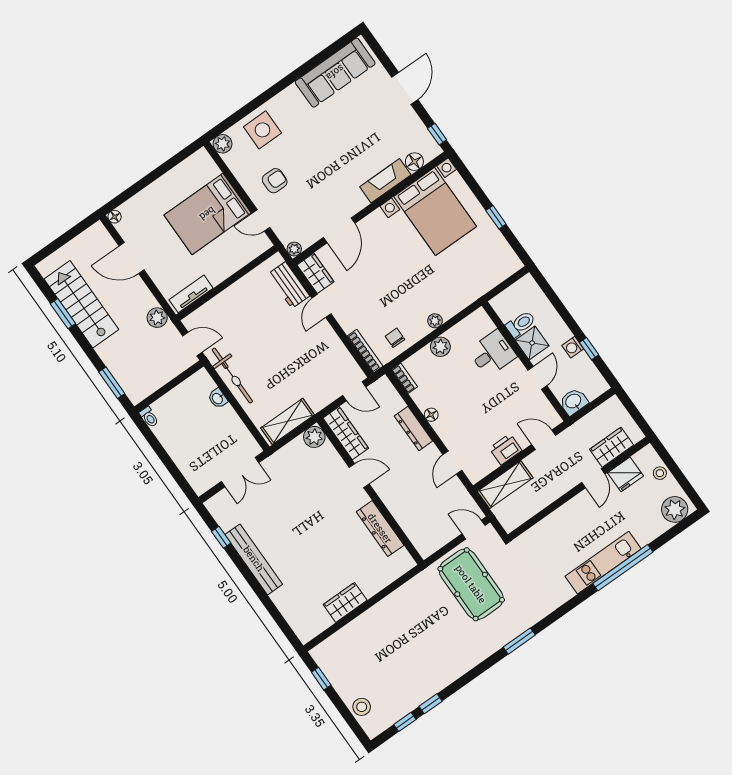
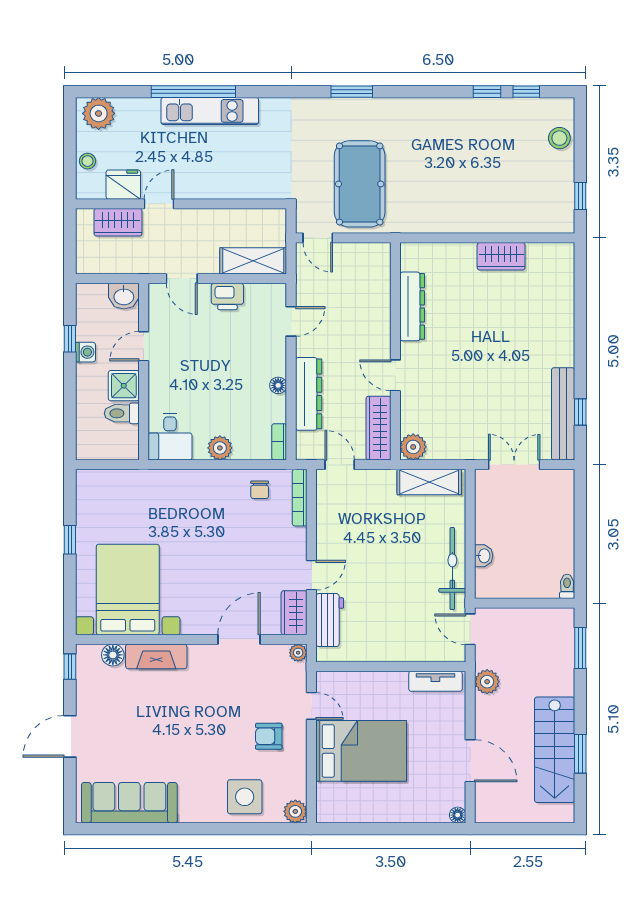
plant: (435, 321) -> (207, 478), removed
desk: (492, 353) -> (170, 437), moved, turned -90
dresser: (413, 428) -> (309, 394), width x1.37, depth x1.24
bench: (254, 559) -> (563, 414), moved

